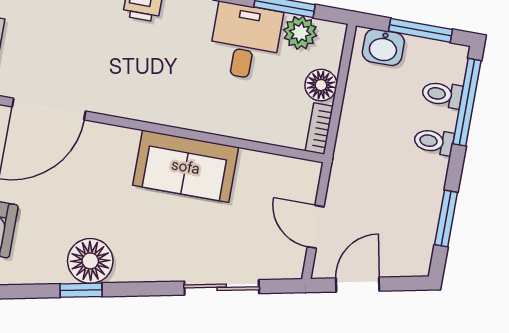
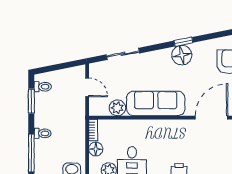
toilet: (442, 94) -> (43, 87), moved
sofa: (186, 166) -> (156, 103), width x1.36
plant: (256, 169) -> (117, 108), added
door: (358, 285) -> (64, 66), removed

